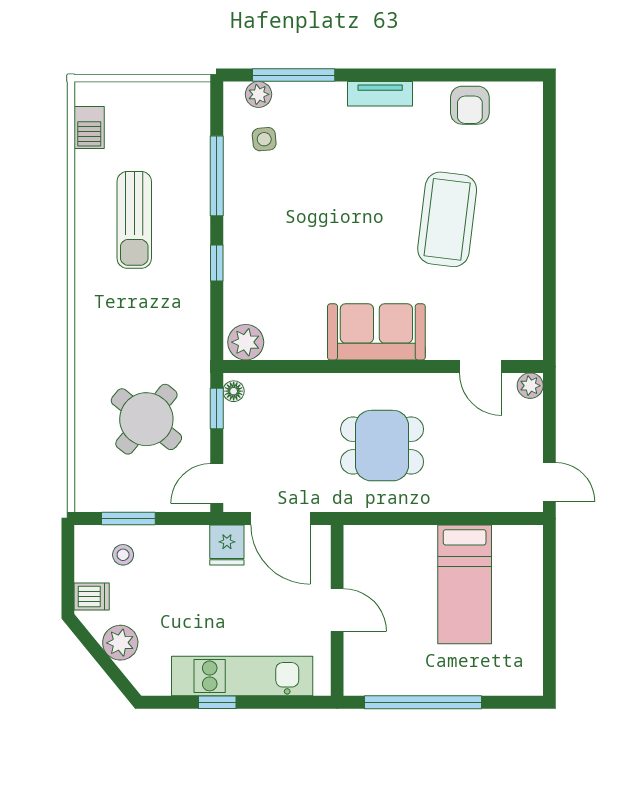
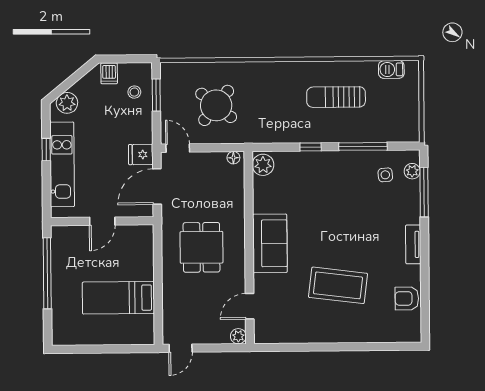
window: (217, 409) -> (223, 148), removed
plant: (120, 643) -> (67, 103), moved

